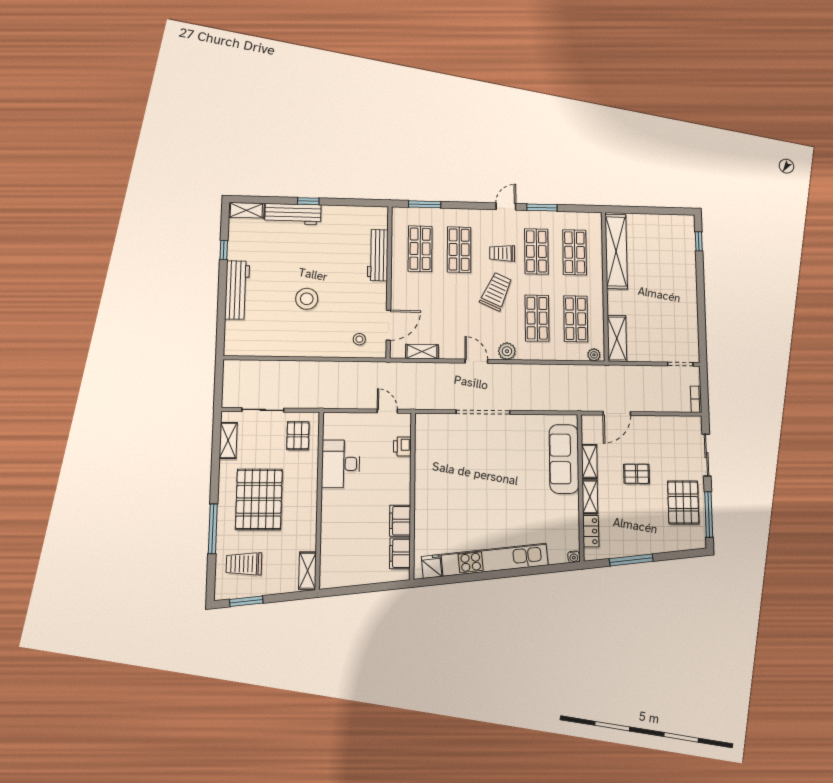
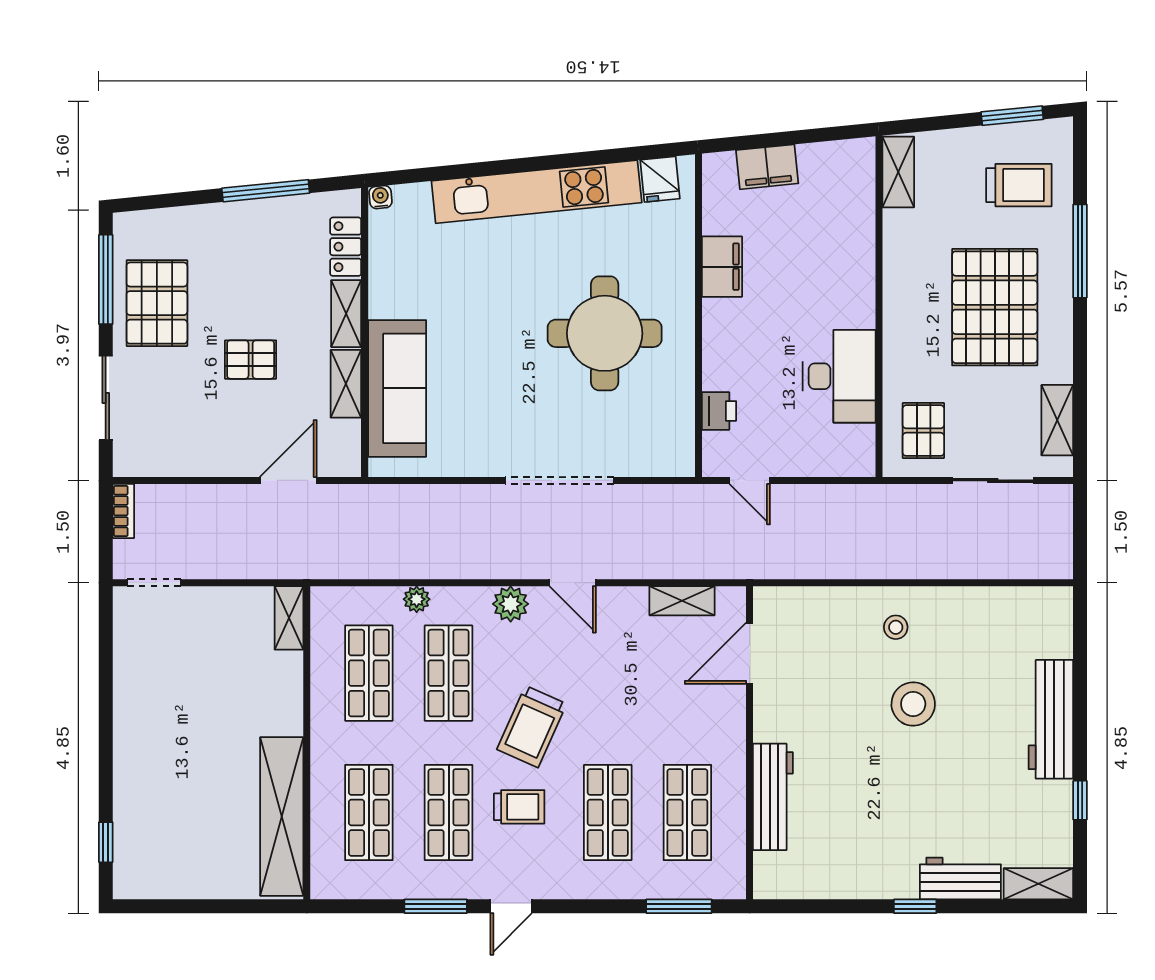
workbench: (293, 214) -> (960, 879), width x0.73
shelving: (617, 338) -> (289, 618), width x0.67, depth x0.75
stool: (359, 339) -> (896, 627), moved
plant: (594, 355) -> (417, 599), moved
round table: (460, 486) -> (605, 333), added
filing cabinet: (400, 553) -> (767, 167), moved, turned 84

